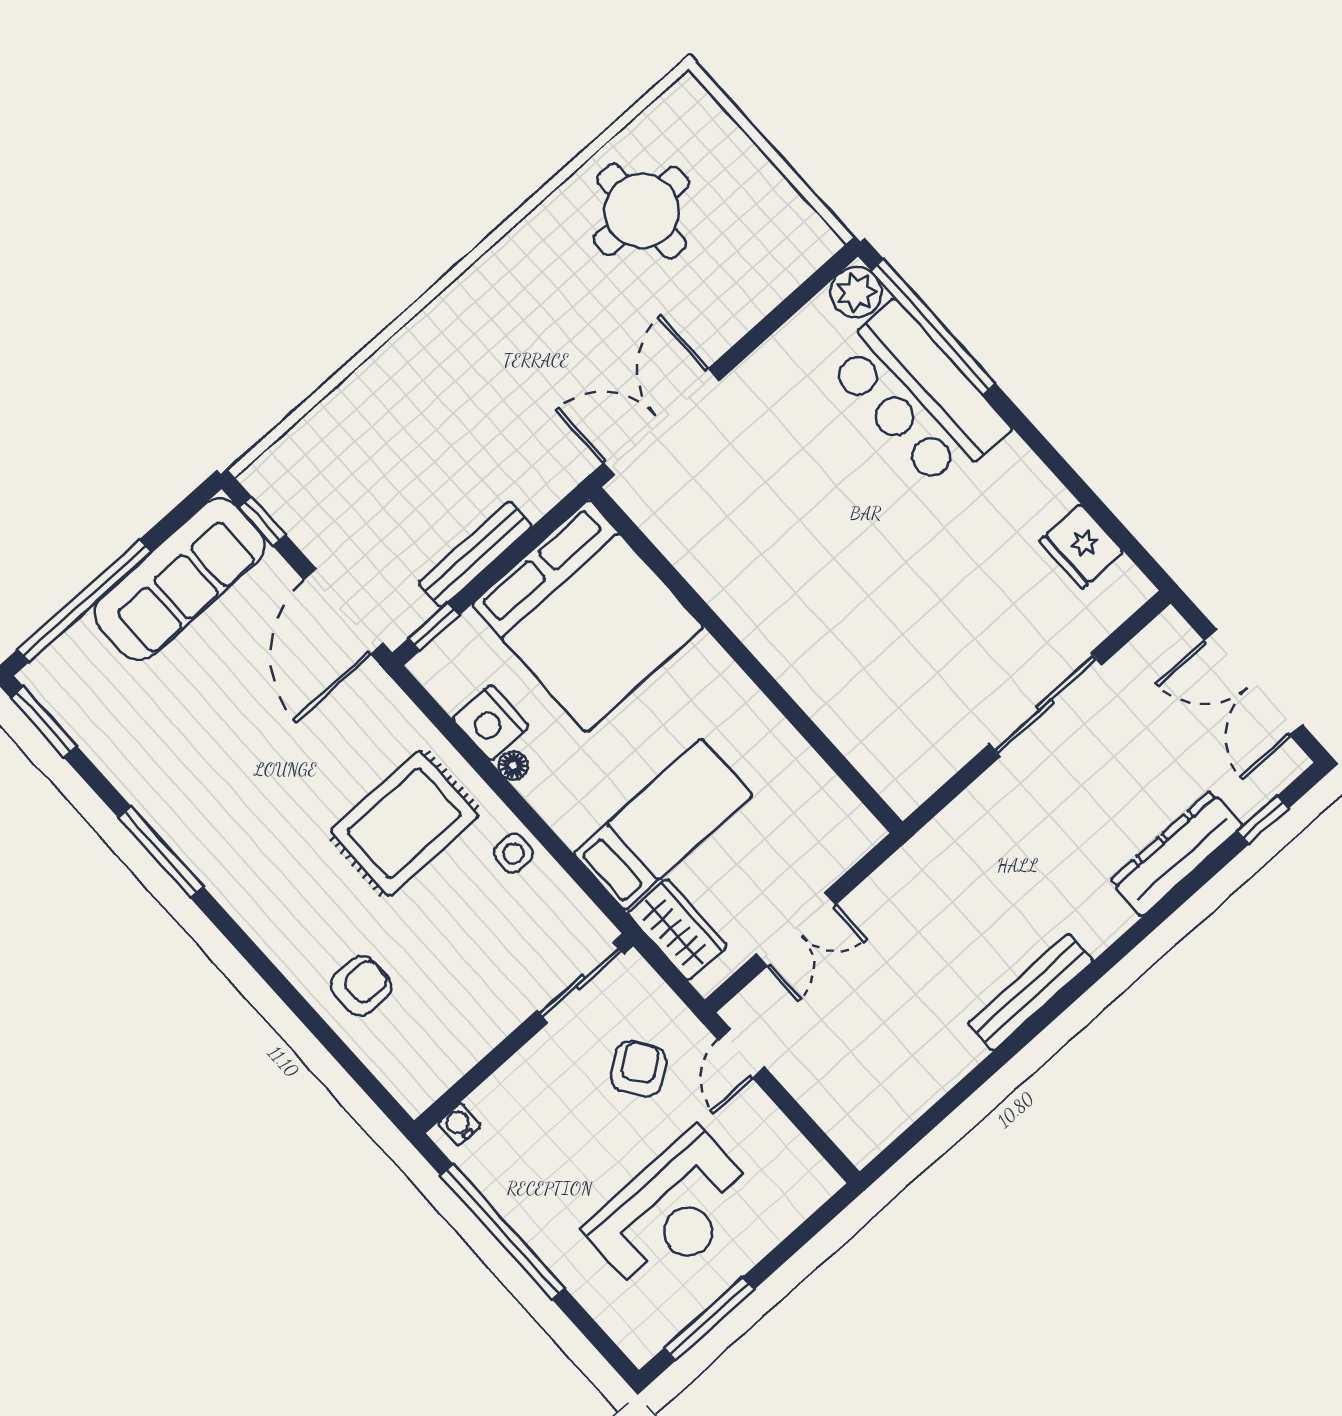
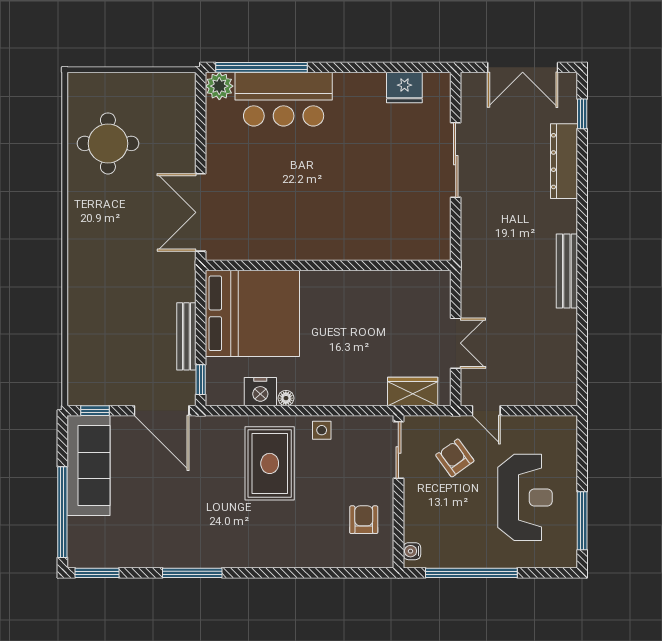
bed: (663, 824) -> (365, 359), removed
armchair: (361, 986) -> (364, 520), moved

